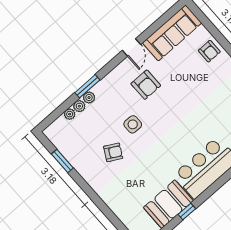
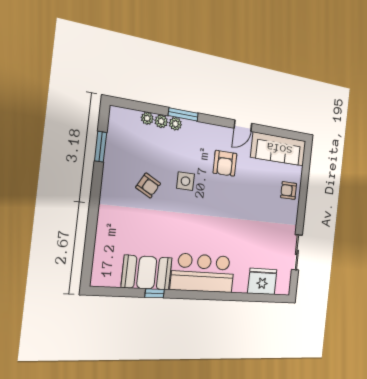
armchair: (209, 51) -> (289, 191), turned 90

